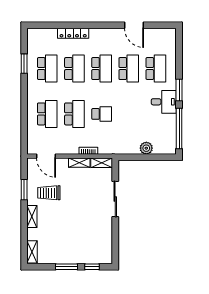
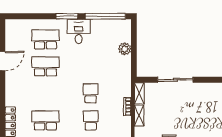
school desk: (102, 69) -> (45, 93), removed
school desk: (74, 114) -> (91, 120), width x0.54

